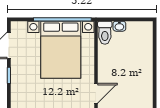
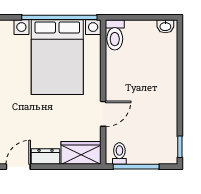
washbasin: (119, 26) -> (165, 26), moved

